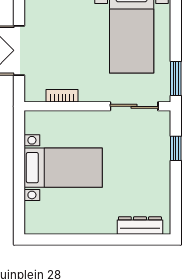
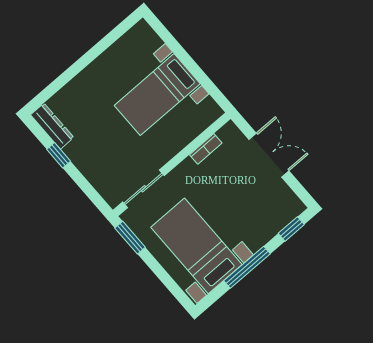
window: (176, 148) -> (59, 155), moved
dresser: (140, 226) -> (52, 126), moved, turned -90

